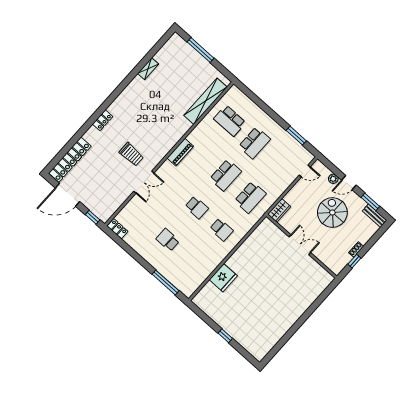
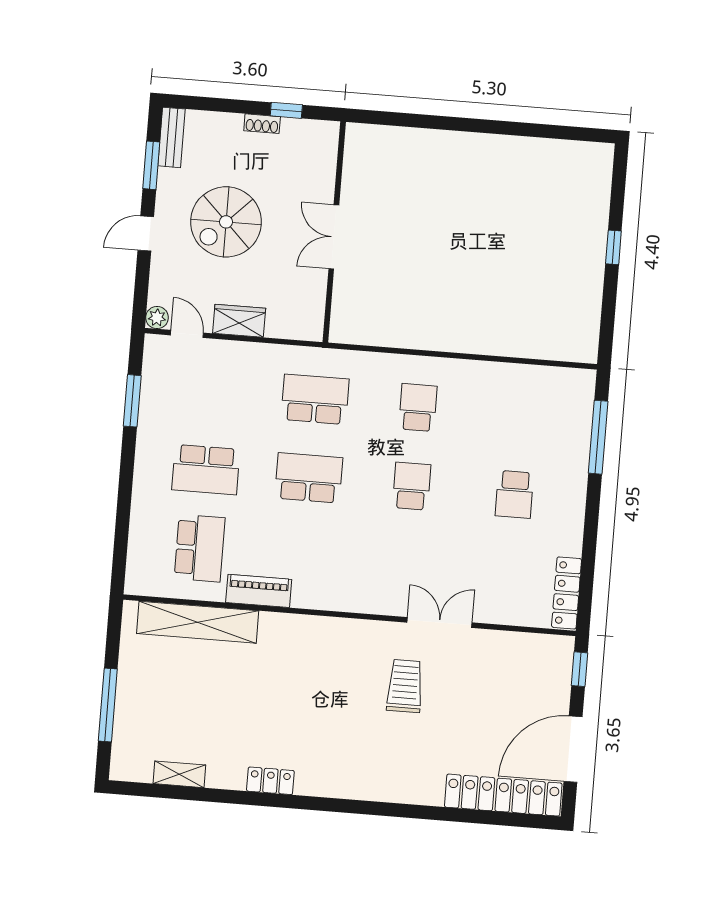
shelving: (148, 69) -> (179, 774), moved
locker: (103, 120) -> (270, 781), moved
school desk: (255, 143) -> (206, 470), turned 180
piano: (180, 152) -> (259, 591), moved
plant: (333, 179) -> (157, 318), moved
door: (349, 183) -> (146, 233), swing flipped
door: (67, 195) -> (573, 749), swing flipped
wardrobe: (279, 210) -> (239, 321), moved
locker: (117, 229) -> (567, 593), width x1.53
fridge: (223, 278) -> (506, 335), removed

